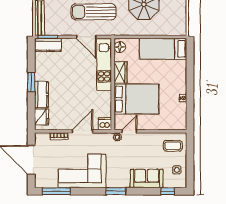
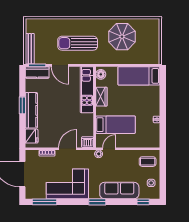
door: (86, 37) -> (60, 65), moved
kitchen counter: (41, 94) -> (31, 110), width x1.50
bed: (136, 99) -> (115, 125), width x0.67
sofa: (147, 178) -> (119, 191), width x1.36

